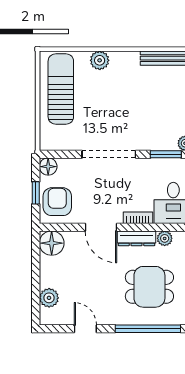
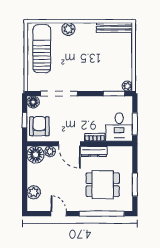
doorway: (109, 154) -> (59, 94), moved
plant: (165, 238) -> (50, 151), moved

